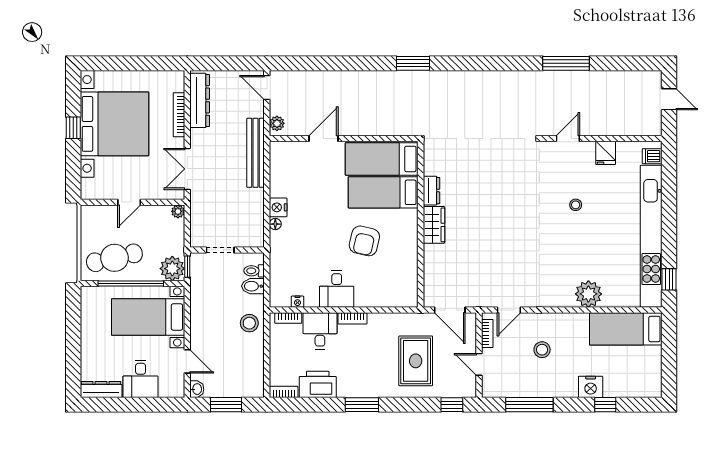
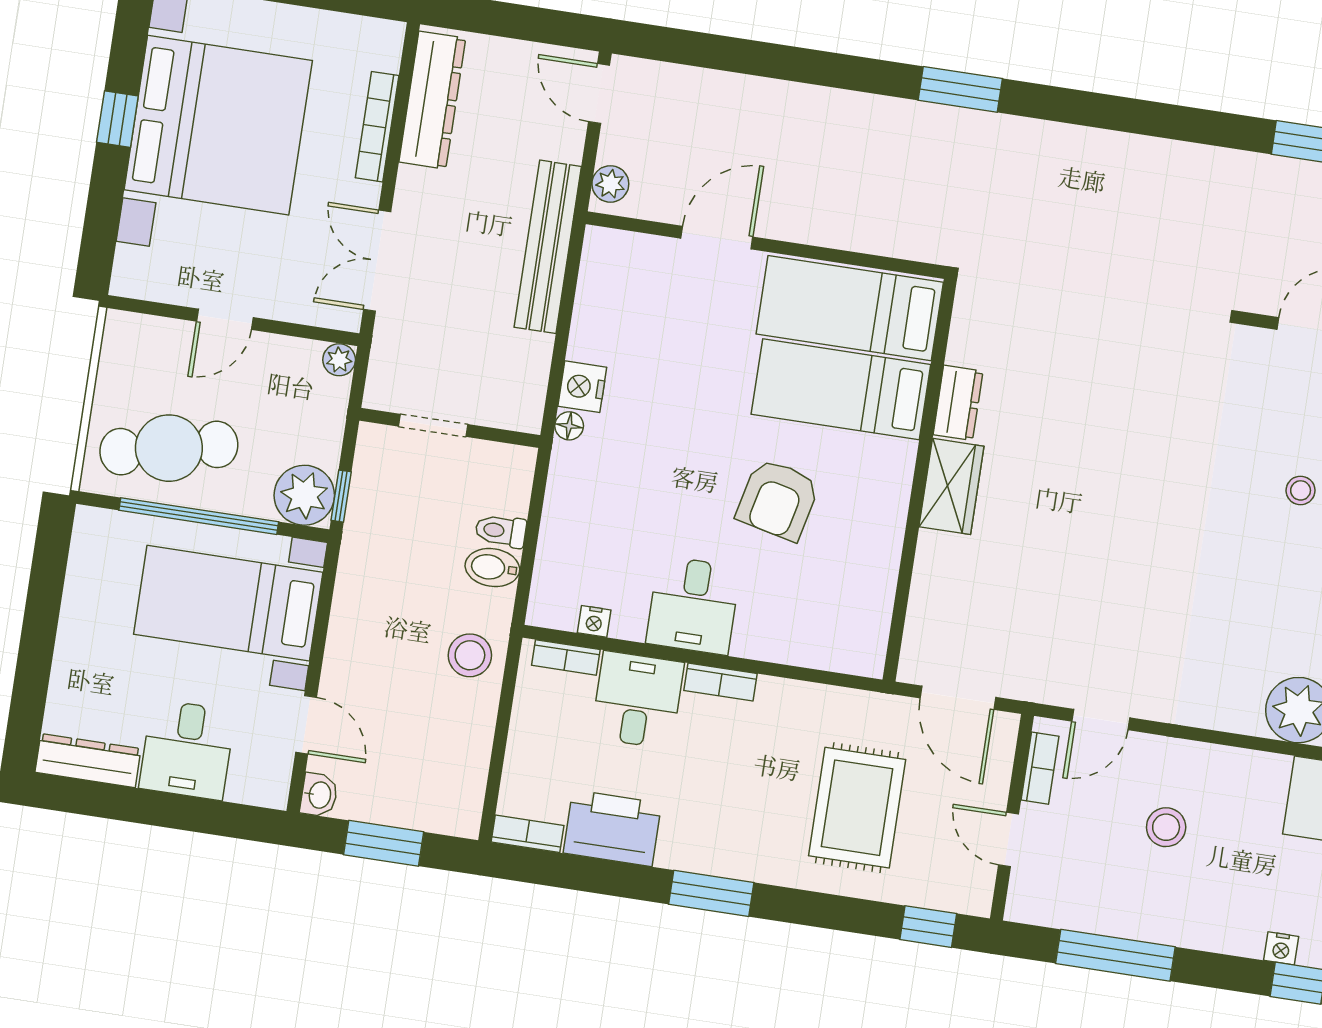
doorway: (220, 250) -> (433, 425), moved
wall: (227, 250) -> (450, 428), moved
nightstand: (591, 387) -> (1281, 948), width x0.53, depth x0.56

